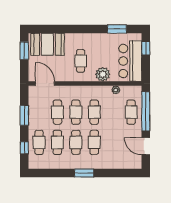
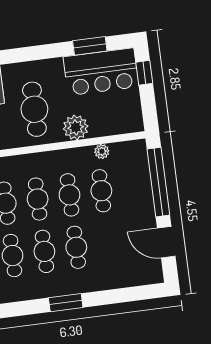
cafe table: (81, 61) -> (34, 109), width x1.37, depth x1.35
bar counter: (130, 61) -> (101, 72), moved, turned -90
cafe table: (131, 112) -> (101, 191), moved

